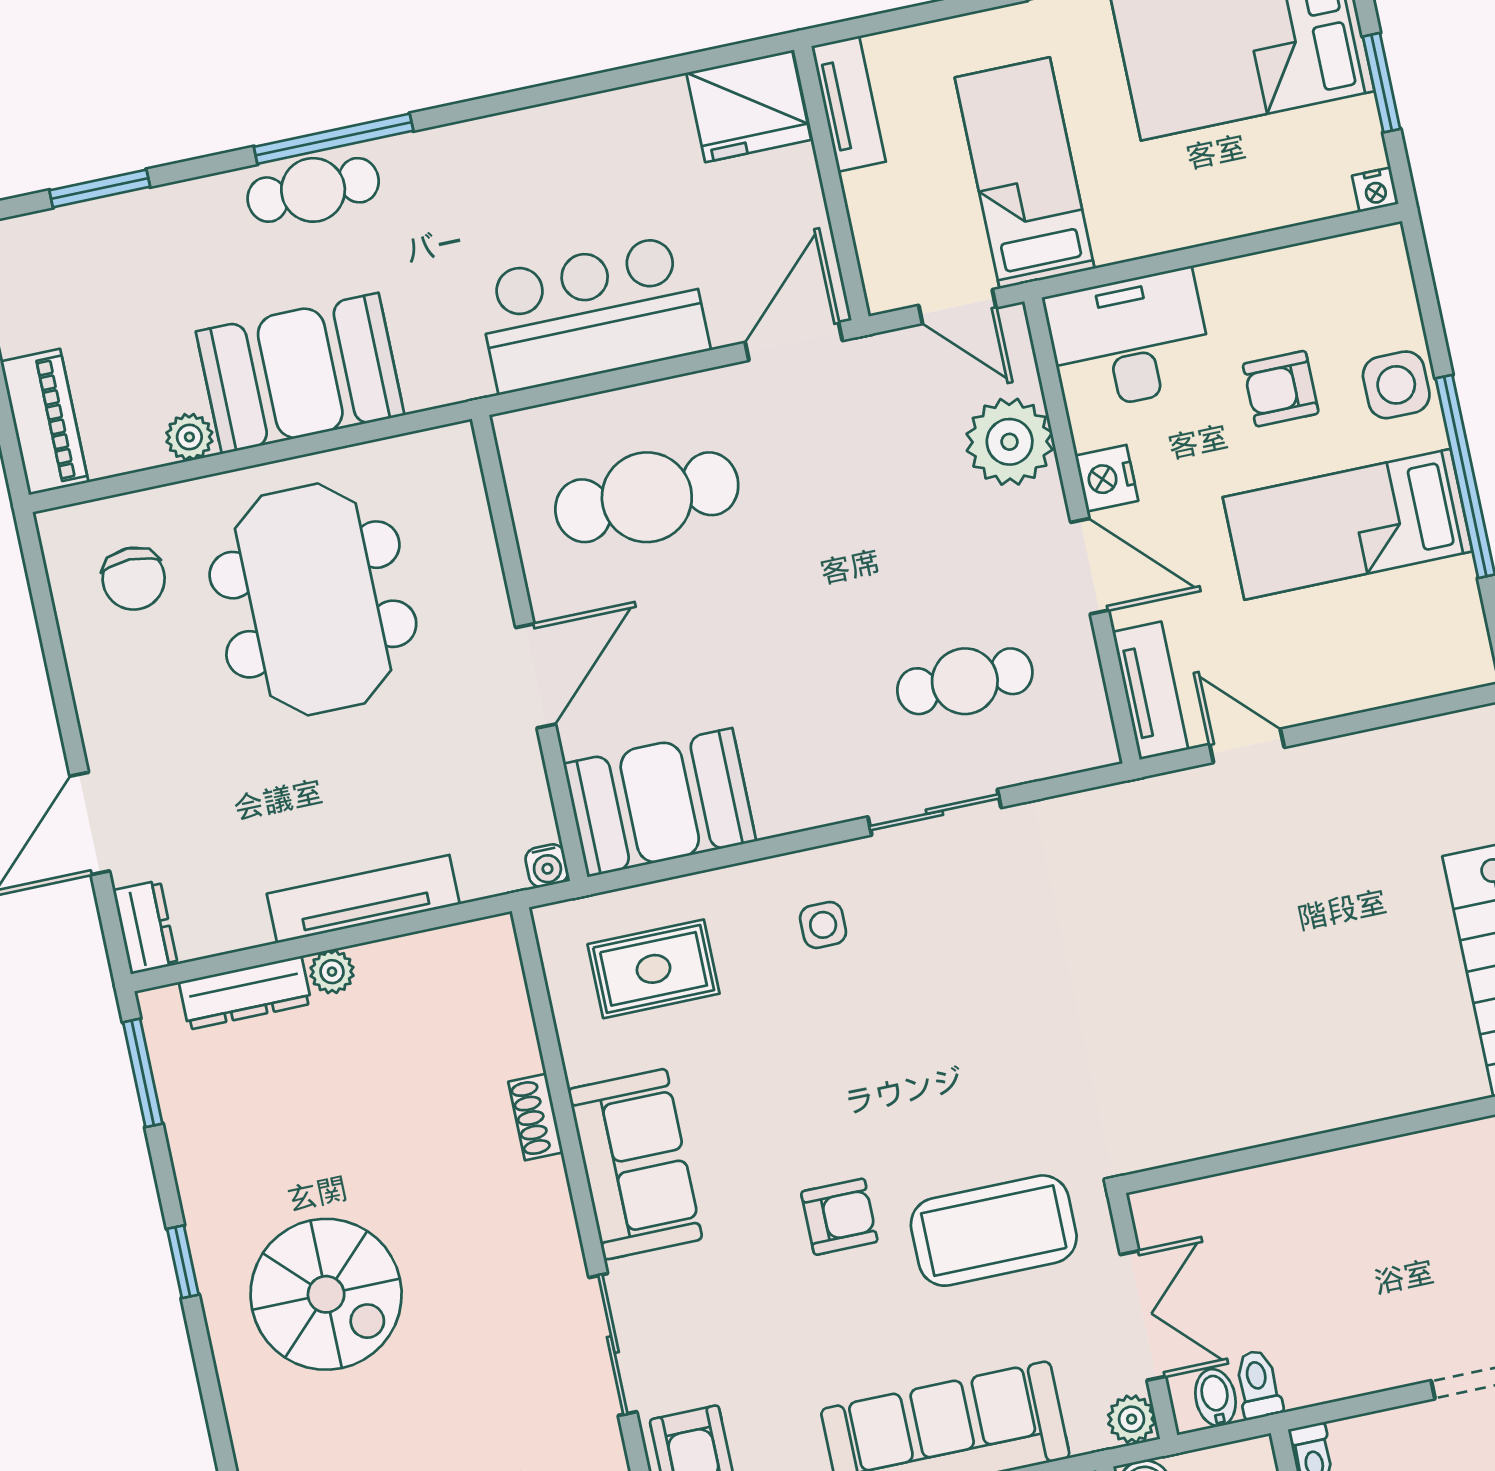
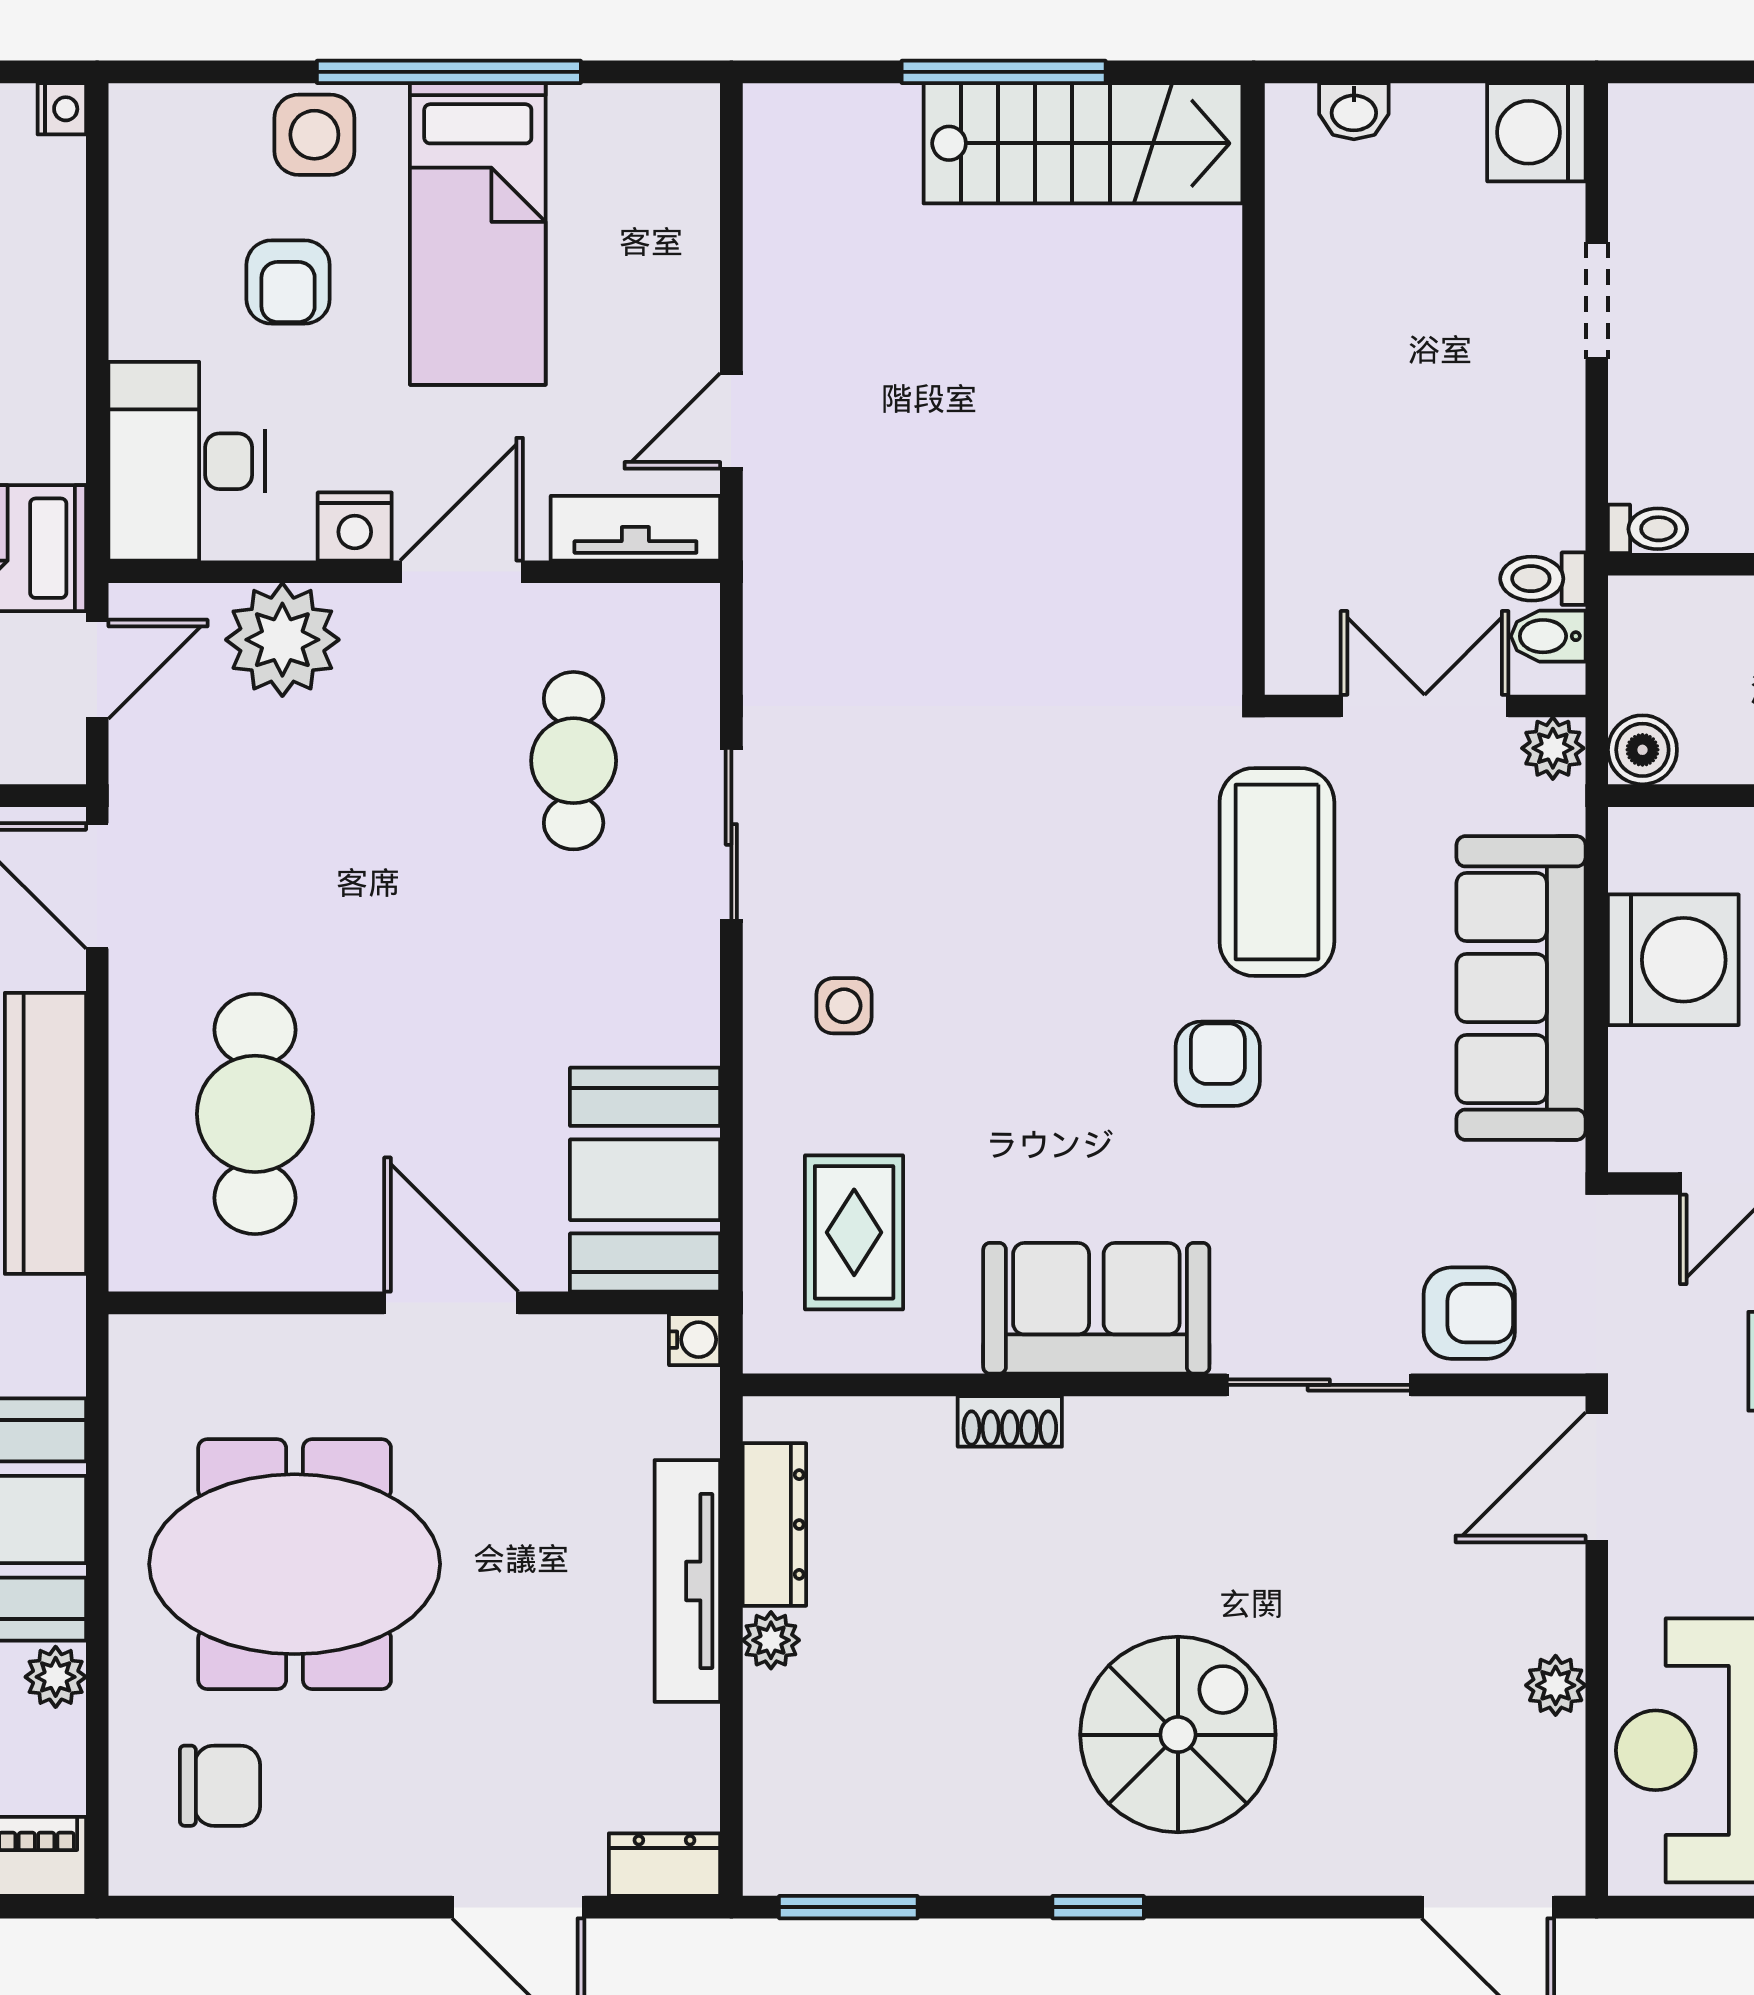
dresser: (245, 993) -> (774, 1525), moved

